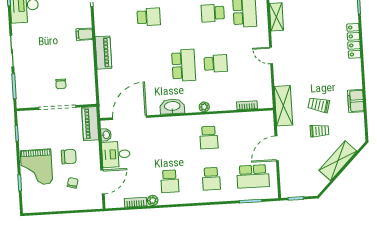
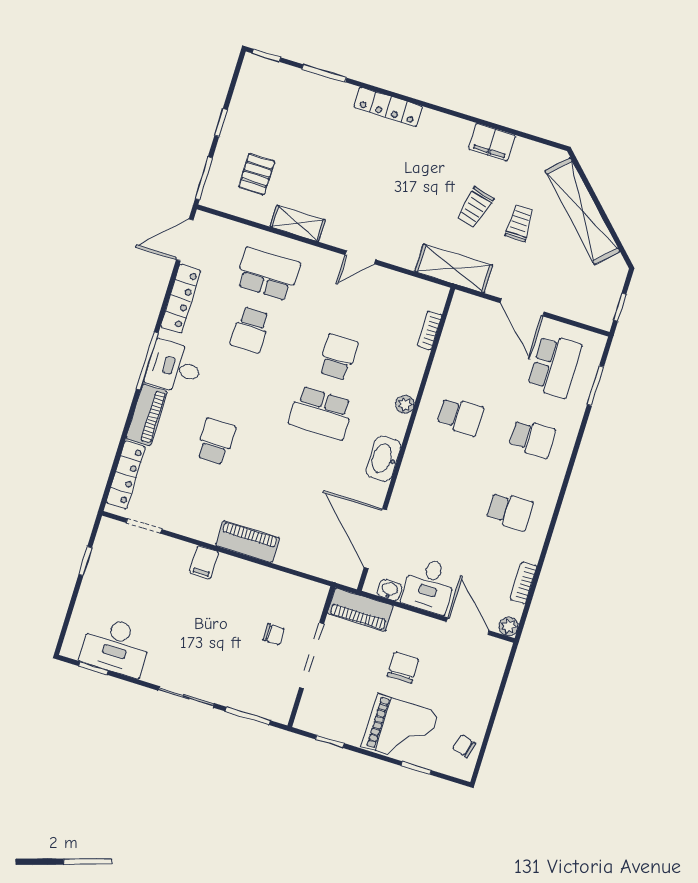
school desk: (184, 65) -> (321, 413), turned 180
shelving: (338, 161) -> (582, 211), width x1.47
chair: (73, 183) -> (464, 746), moved
plant: (153, 200) -> (509, 626), moved

